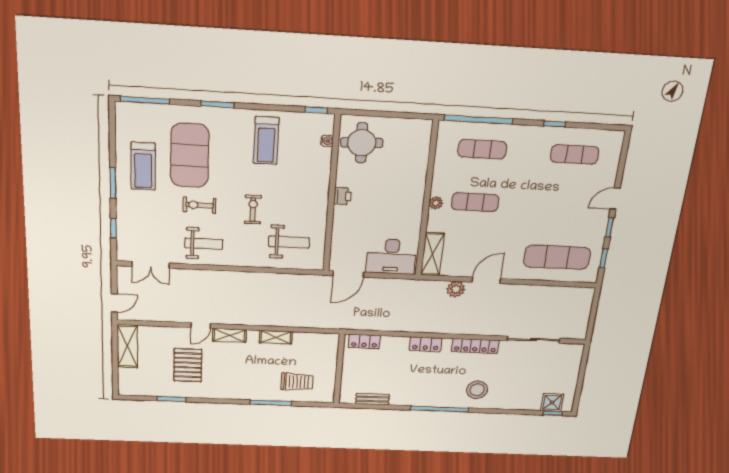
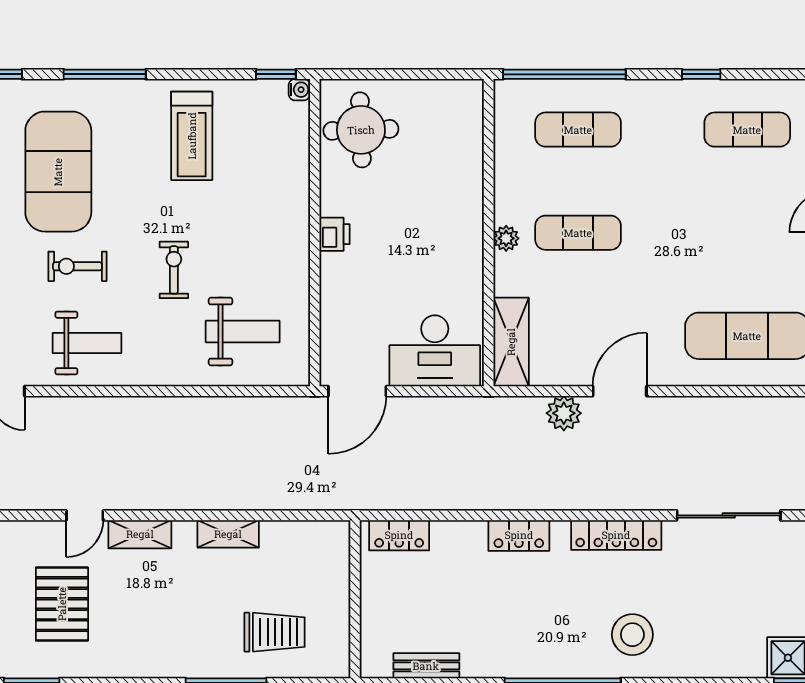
window: (217, 104) -> (105, 74), width x1.44
water cooler: (327, 141) -> (299, 90), moved

